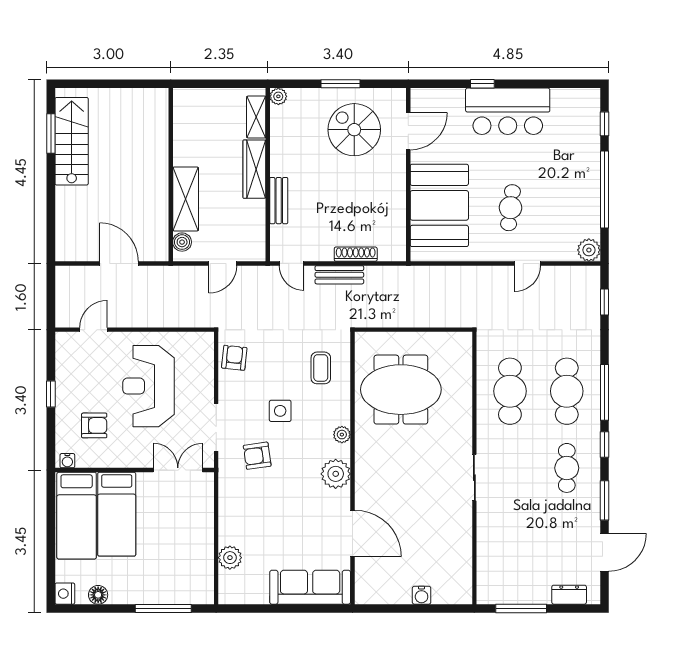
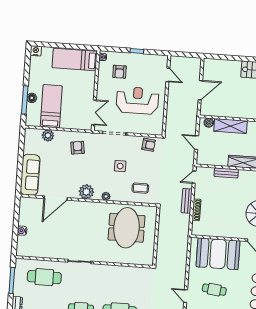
cafe table: (510, 391) -> (44, 277), moved
armchair: (257, 456) -> (78, 148), moved
bed: (117, 514) -> (51, 106), moved, turned 90
floor lamp: (98, 595) -> (32, 98), moved

